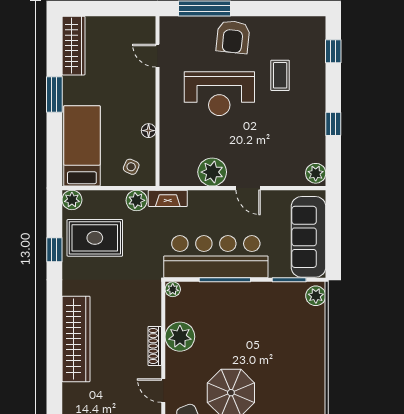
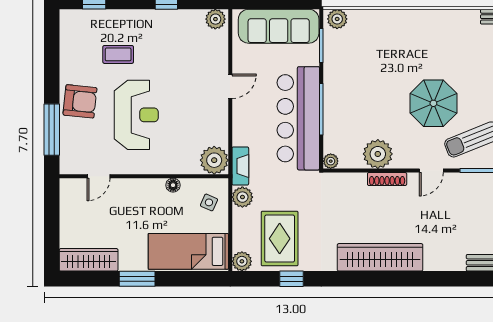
plant: (212, 172) -> (214, 160), moved

